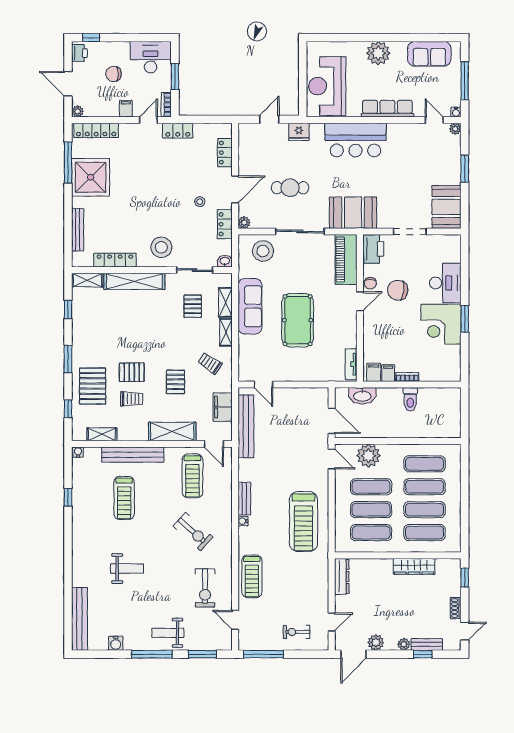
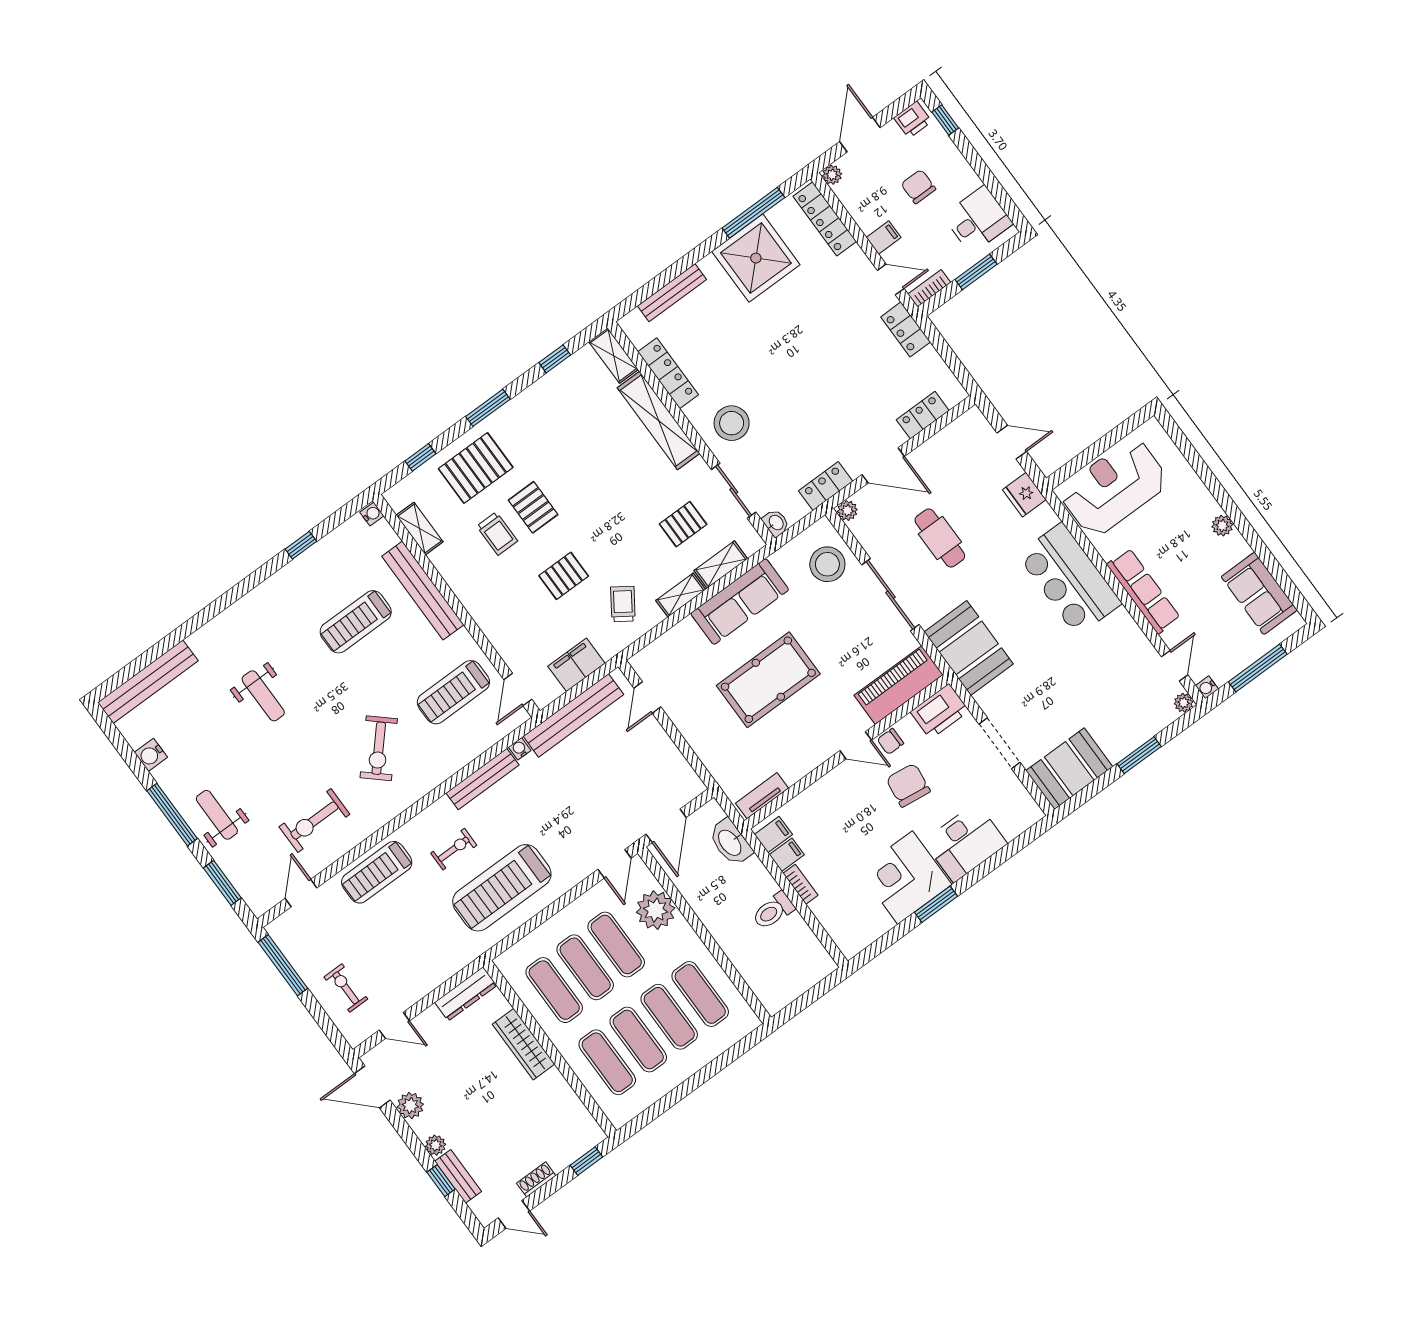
plant: (378, 53) -> (1222, 526), width x0.53, depth x0.53
desk: (151, 57) -> (978, 220), width x0.73
stool: (200, 202) -> (831, 430), removed
shelving: (172, 432) -> (493, 621), removed
bench: (244, 498) -> (482, 779), width x1.36
water cooler: (243, 521) -> (520, 749), moved
exercise bike: (268, 531) -> (454, 849), added
wardrobe: (414, 566) -> (524, 1044), moved

